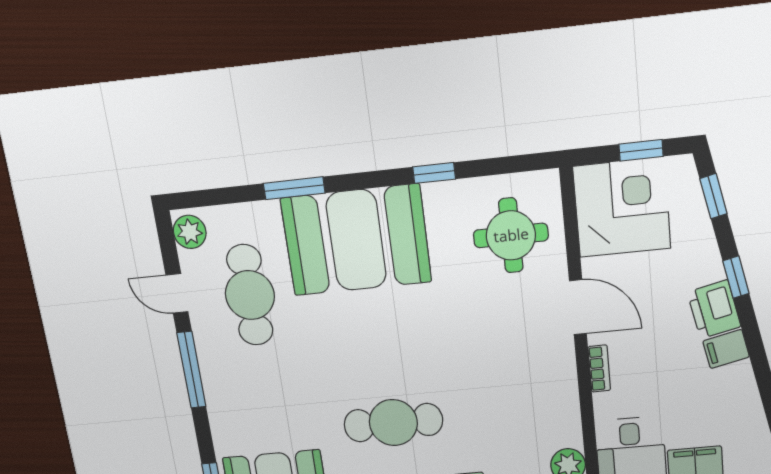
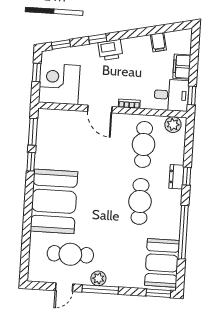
window: (294, 188) -> (33, 132), moved
plant: (190, 232) -> (98, 278), moved
round table: (511, 235) -> (63, 133), removed
door: (578, 307) -> (100, 109), swing flipped
filing cabinet: (726, 349) -> (158, 42), moved
cafe table: (516, 412) -> (144, 144), added

